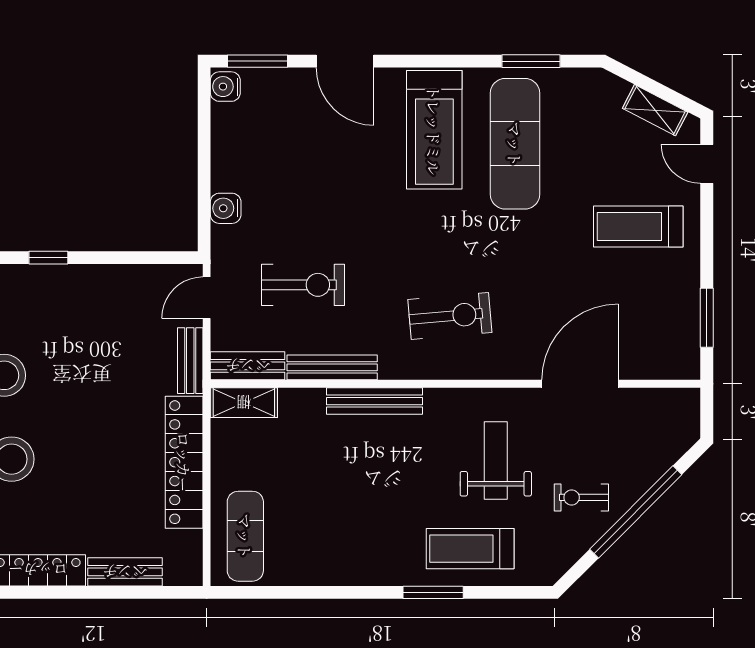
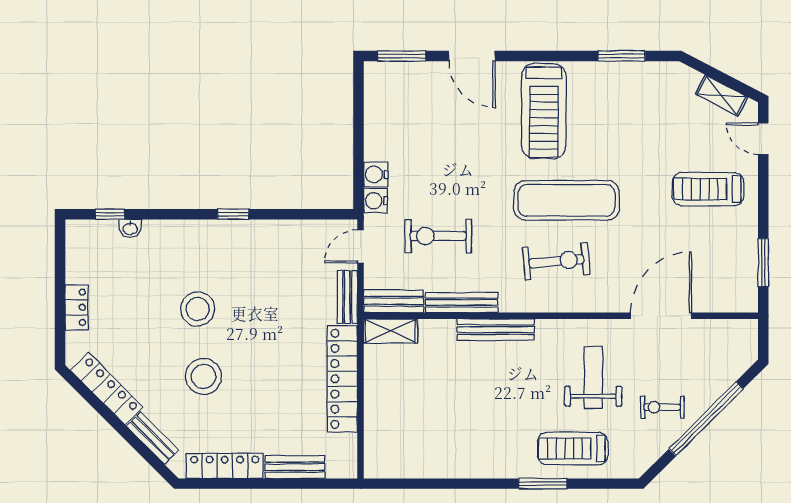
water cooler: (225, 87) -> (376, 201), moved
exercise mat: (515, 144) -> (566, 200), moved, turned 90
exercise bike: (303, 285) -> (438, 236), turned 180
exercise mat: (245, 536) -> (392, 438), removed

